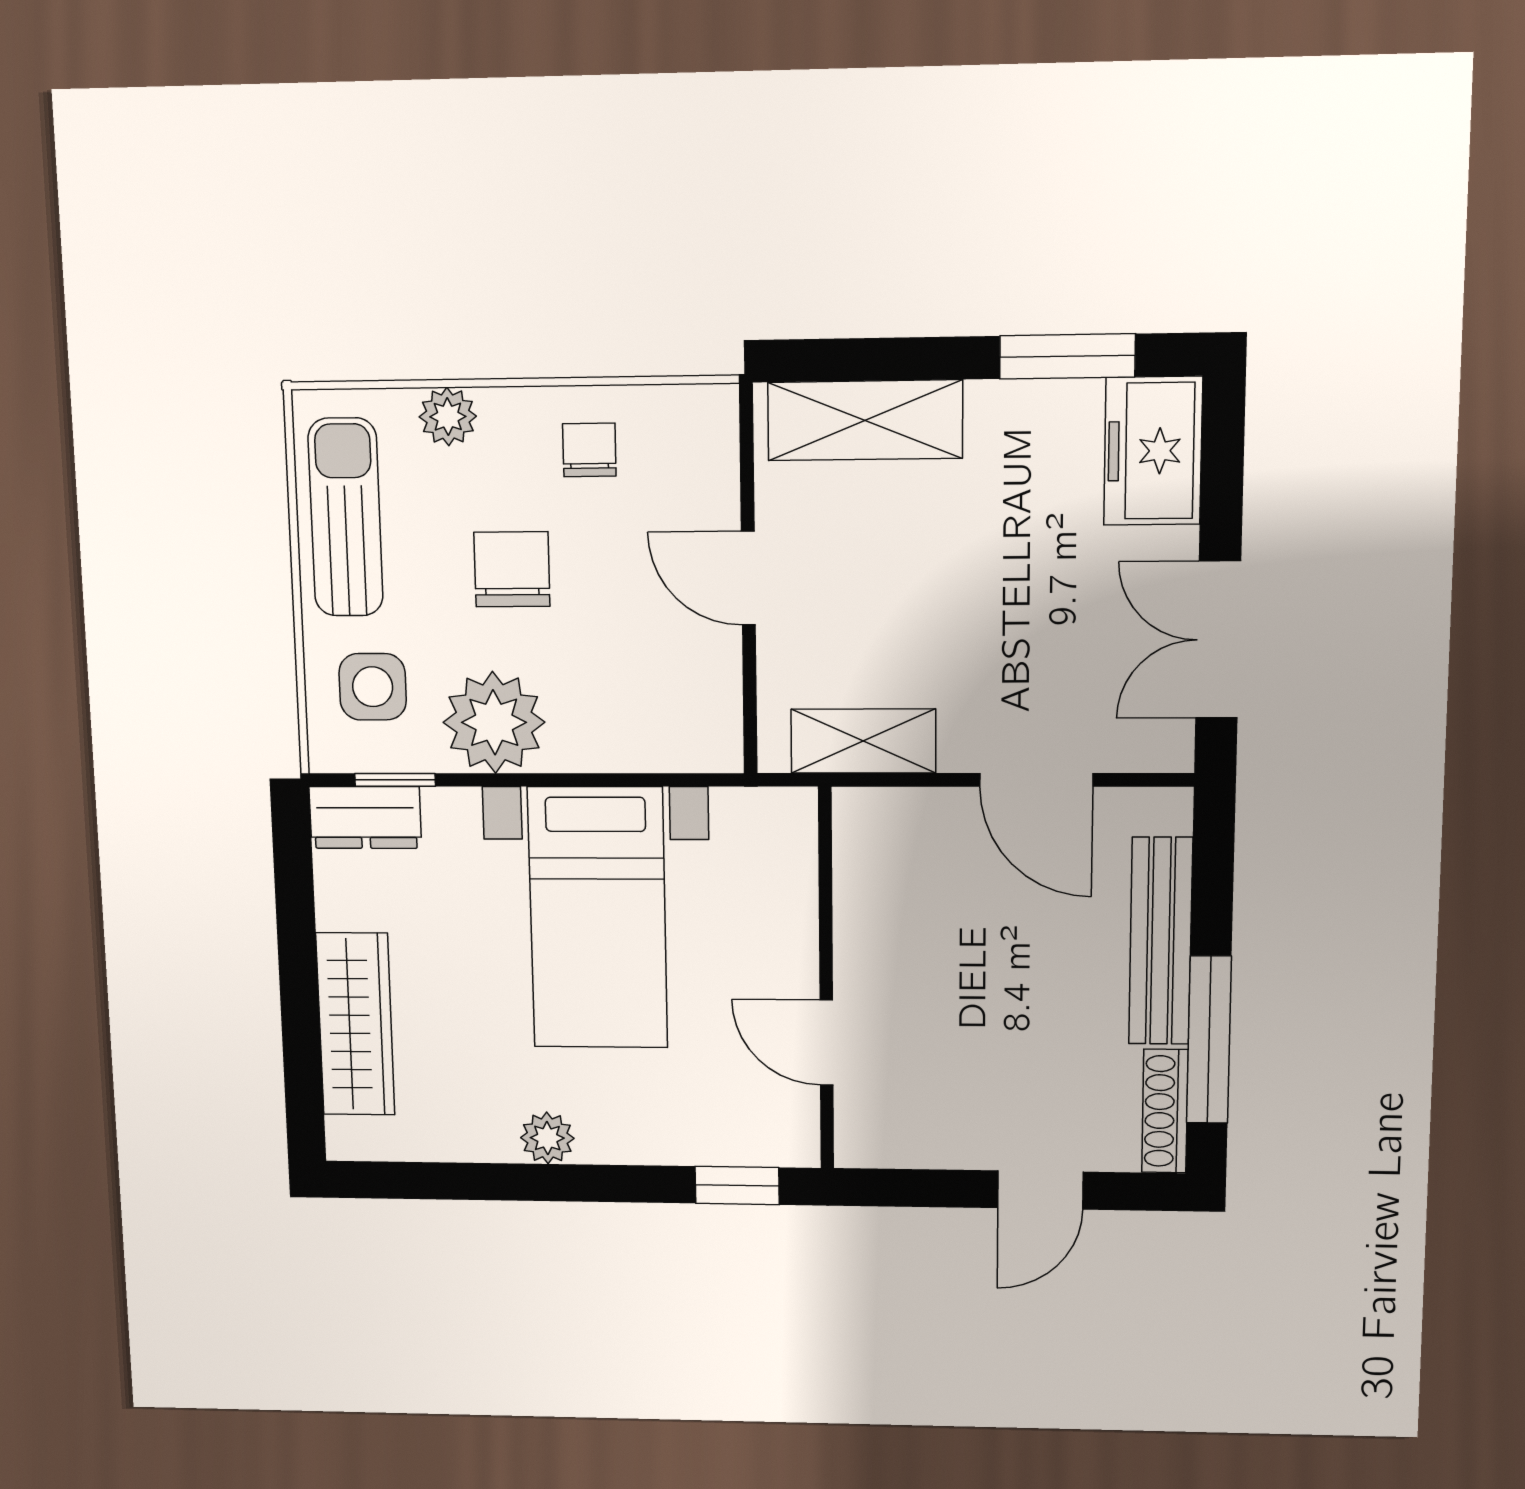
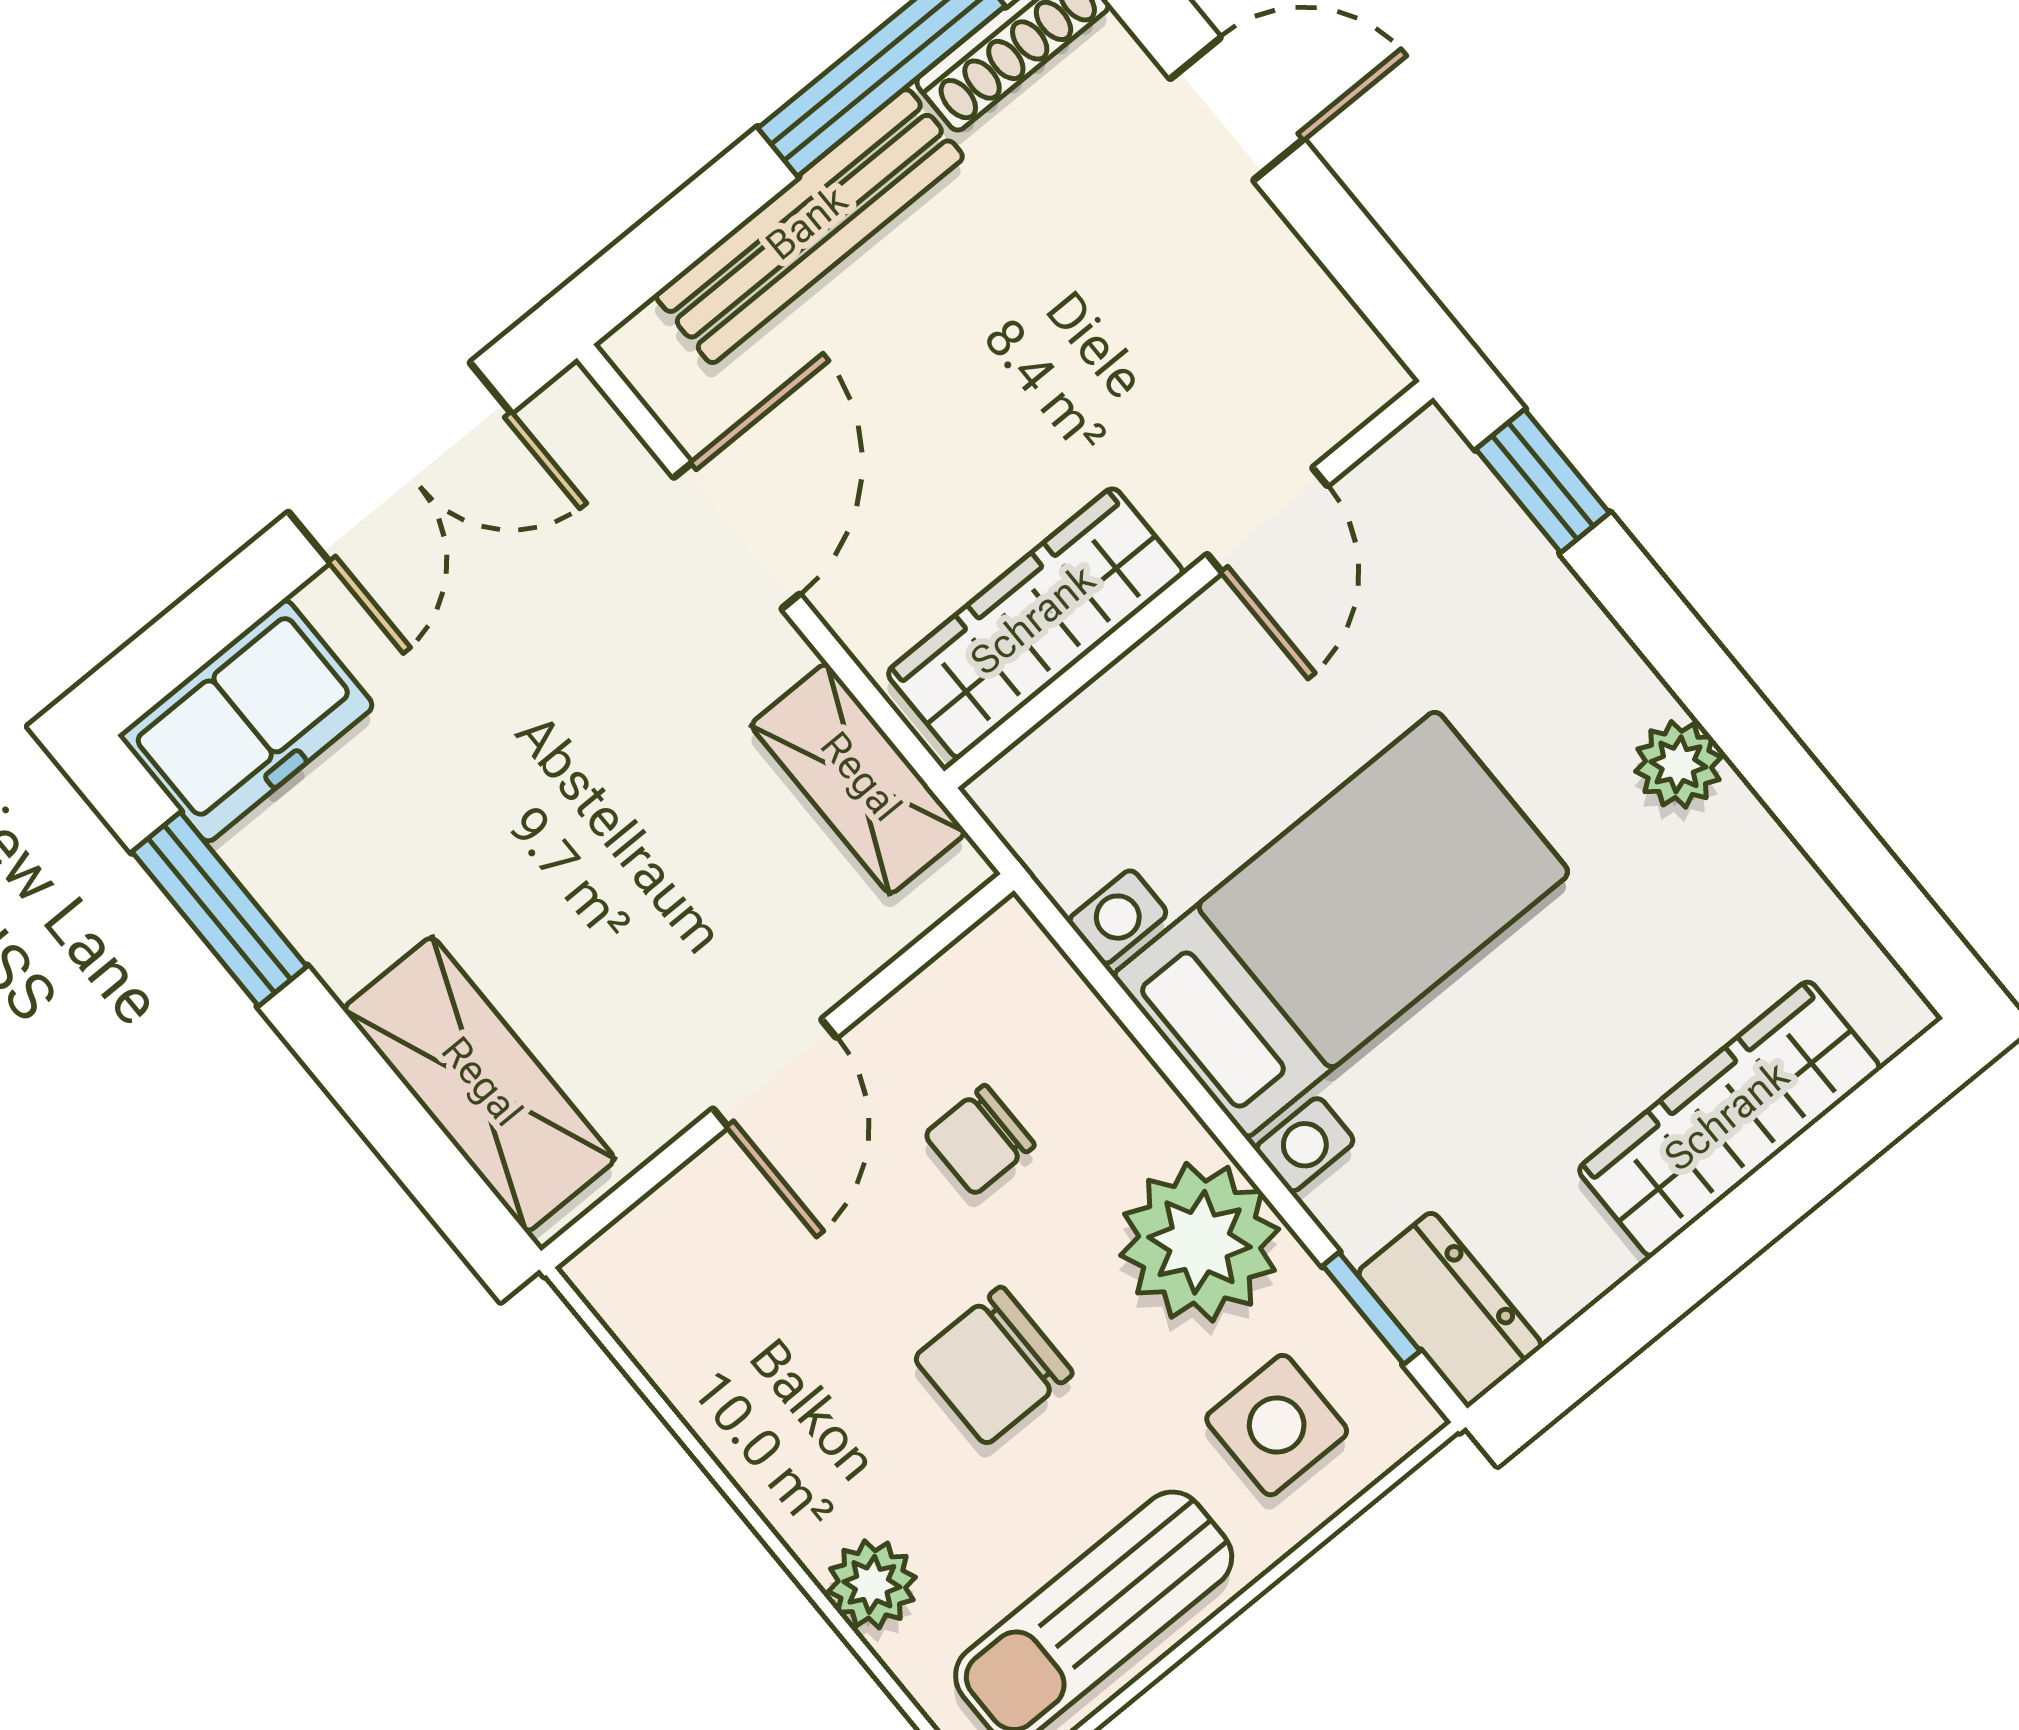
chair: (589, 450) -> (980, 1140), moved
wardrobe: (869, 891) -> (1035, 623), added

